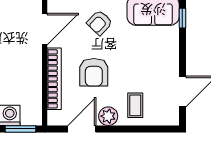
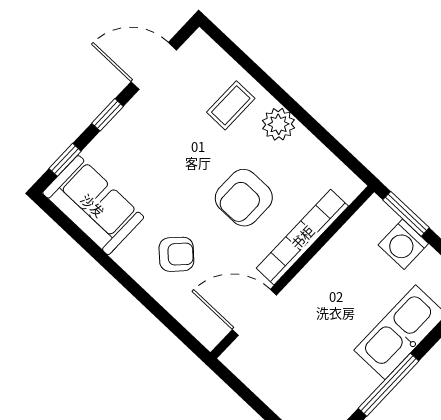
window: (182, 53) -> (107, 115), added
armchair: (94, 72) -> (244, 198), turned 180
door: (82, 129) -> (328, 140), removed

